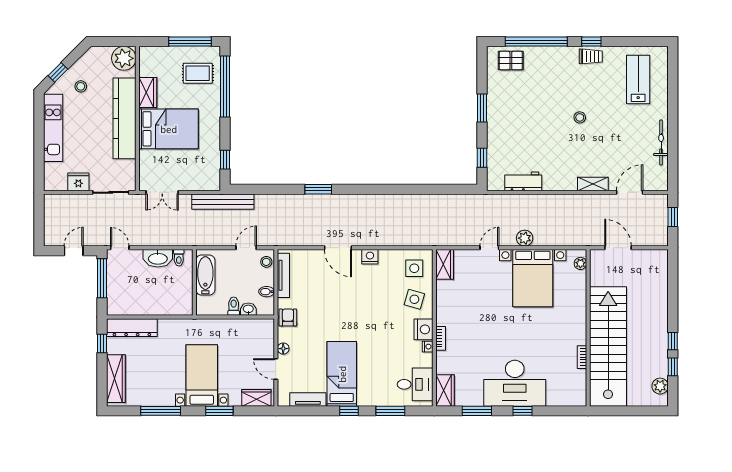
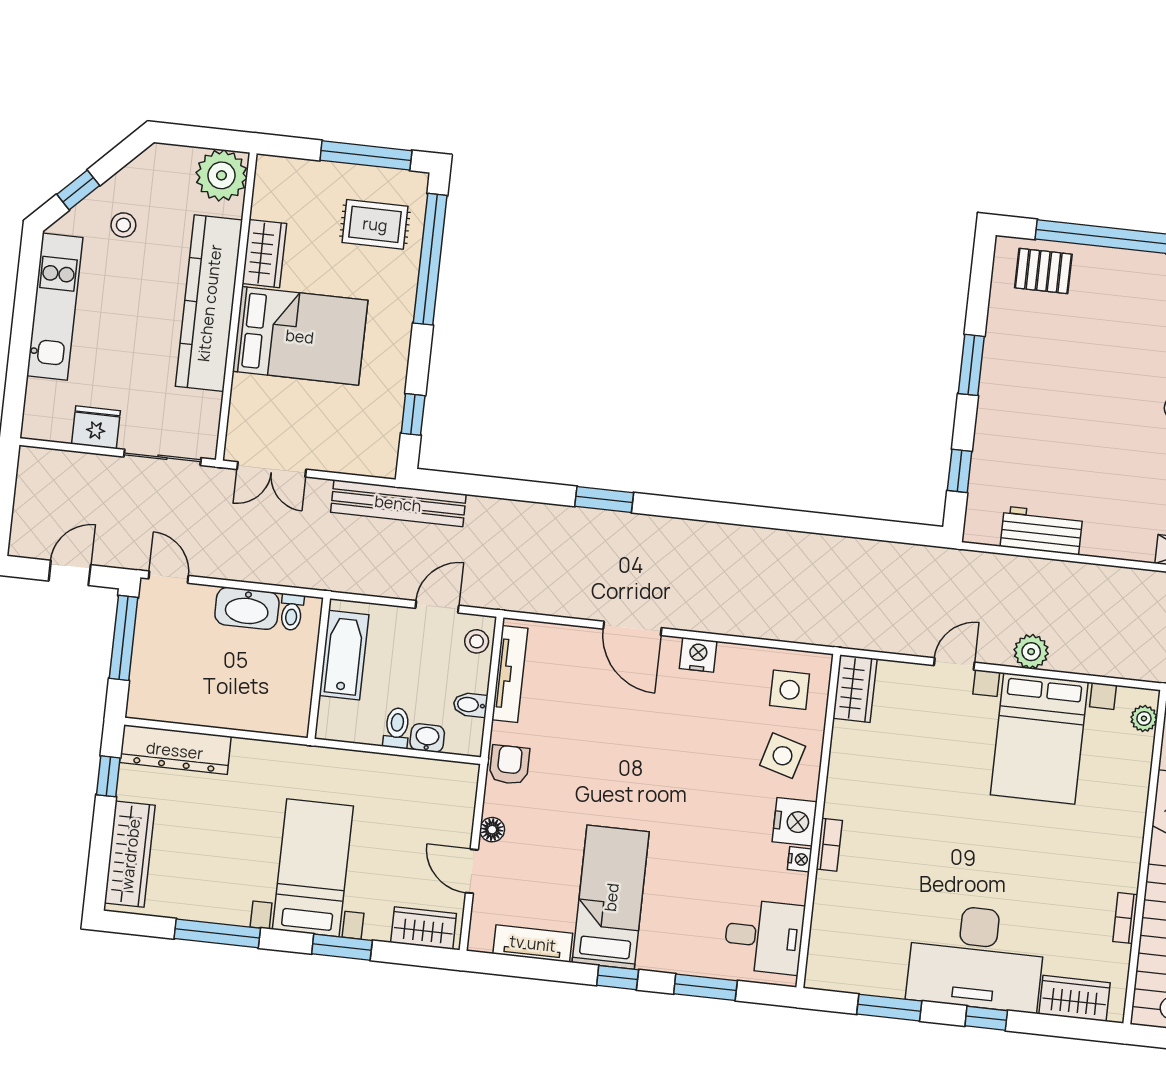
wardrobe: (445, 390) -> (1075, 998), moved, turned -90

